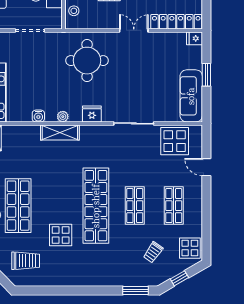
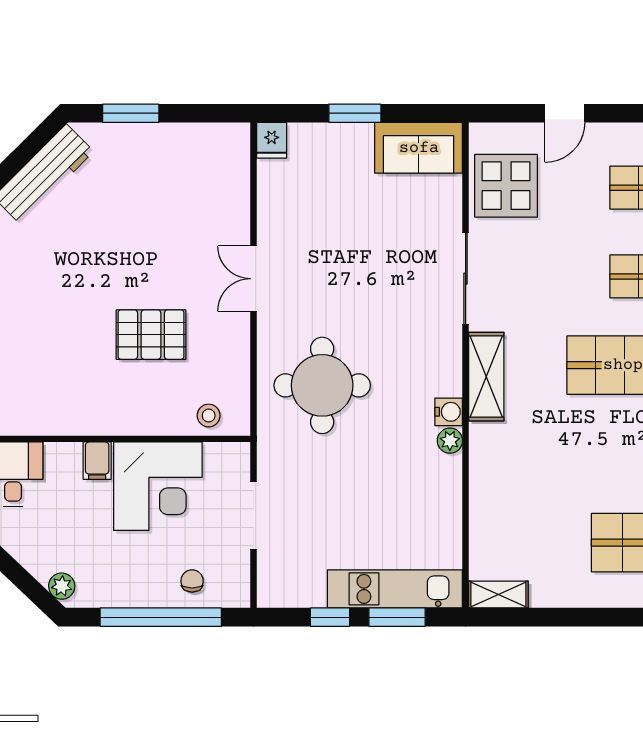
locker: (176, 22) -> (234, 182), removed
sofa: (191, 96) -> (419, 148), width x0.73
fridge: (92, 114) -> (444, 374), removed
water cooler: (38, 116) -> (449, 412), moved
shelving: (60, 132) -> (486, 377), moved

